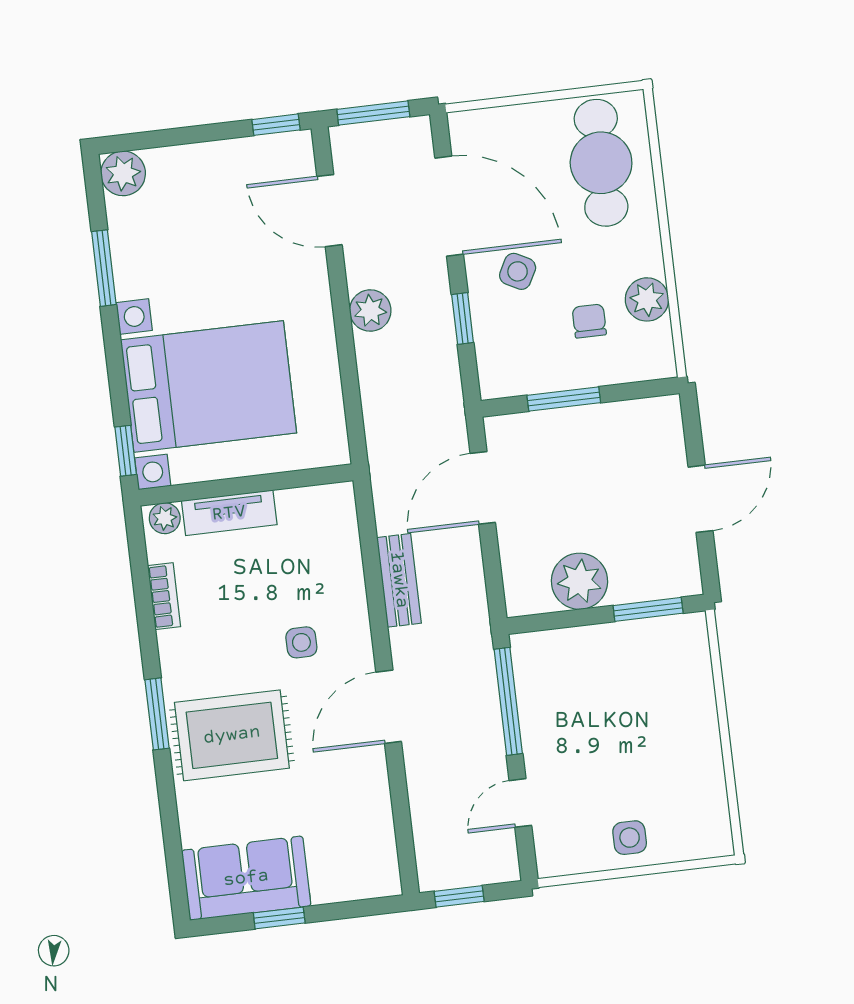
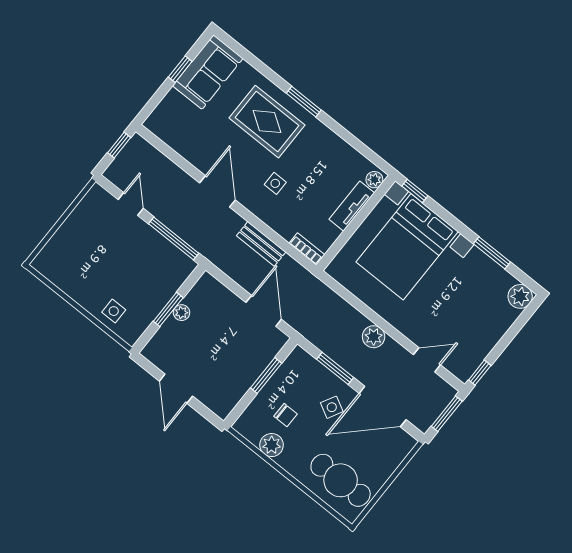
door: (329, 211) -> (427, 360), width x0.73
window: (463, 319) -> (335, 368), width x1.50
plant: (580, 581) -> (182, 313), width x0.53, depth x0.53
bookcase: (164, 596) -> (307, 249), moved, turned 180
window: (648, 609) -> (168, 309), moved
rug: (232, 735) -> (267, 122), turned 90
side table: (630, 838) -> (114, 311), moved

